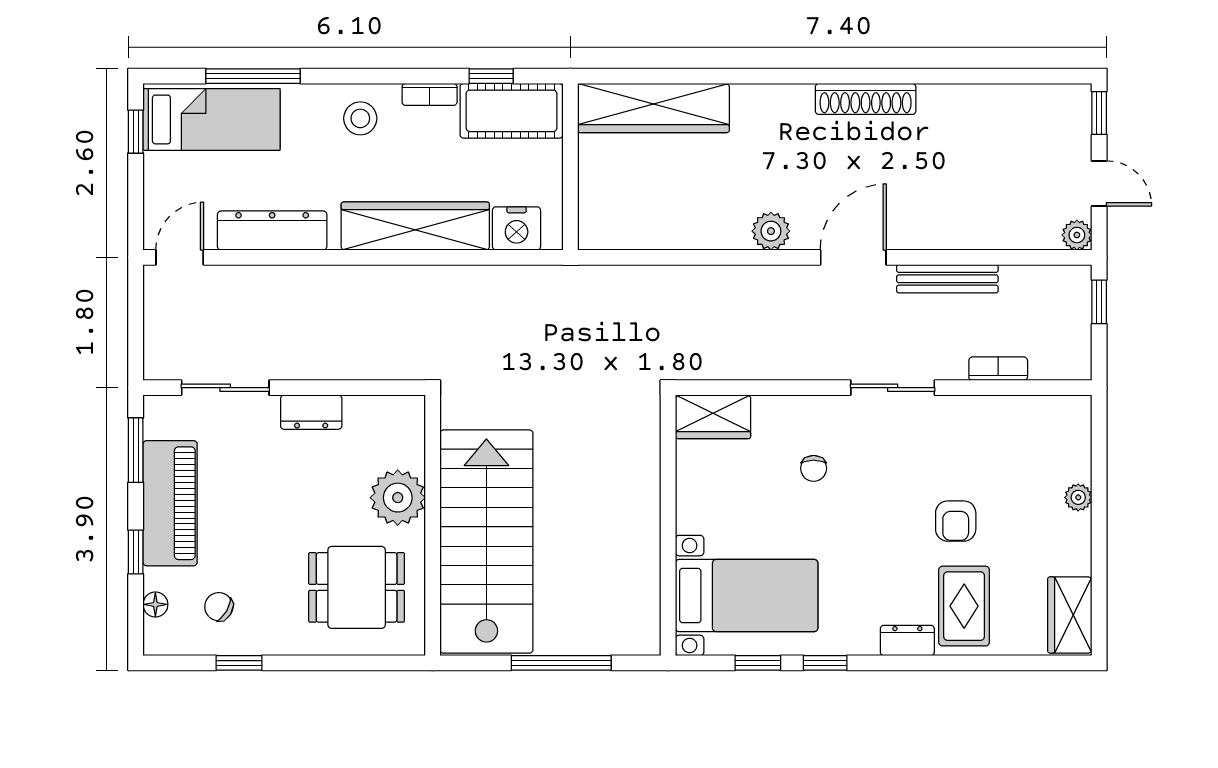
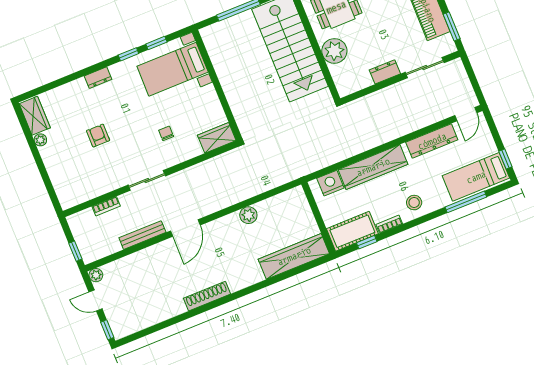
plant: (771, 231) -> (248, 215), moved
plant: (1078, 497) -> (40, 140), moved
rug: (964, 606) -> (80, 102), removed

